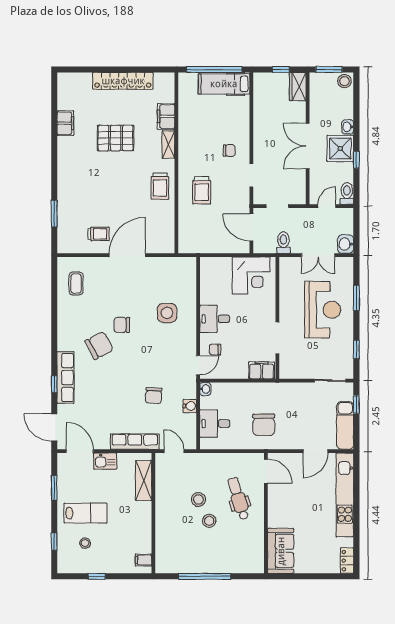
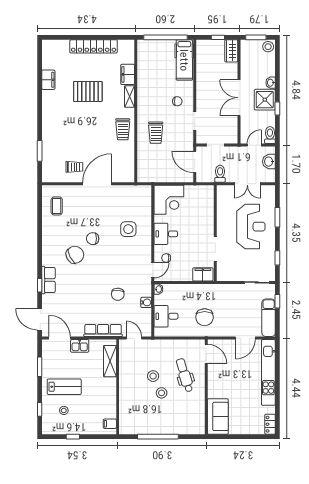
hospital bed: (224, 84) -> (184, 60), moved, turned -90
washbasin: (346, 244) -> (269, 162), moved
corner desk: (251, 276) -> (169, 200), moved
row of seats: (65, 378) -> (48, 280), width x0.68

